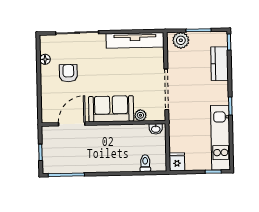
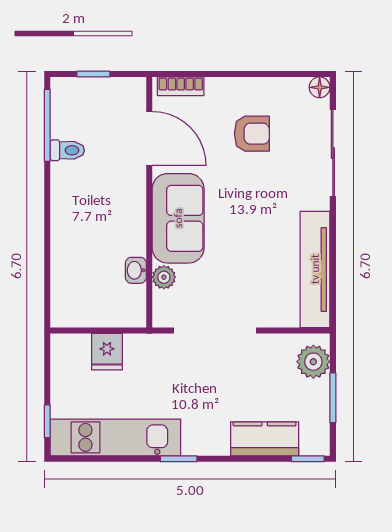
floor lamp: (45, 59) -> (320, 87), moved
bookcase: (46, 109) -> (181, 86), added
washbasin: (156, 129) -> (136, 270), moved
fridge: (177, 162) -> (107, 352), moved, turned 90
toilet: (145, 163) -> (67, 150), moved

